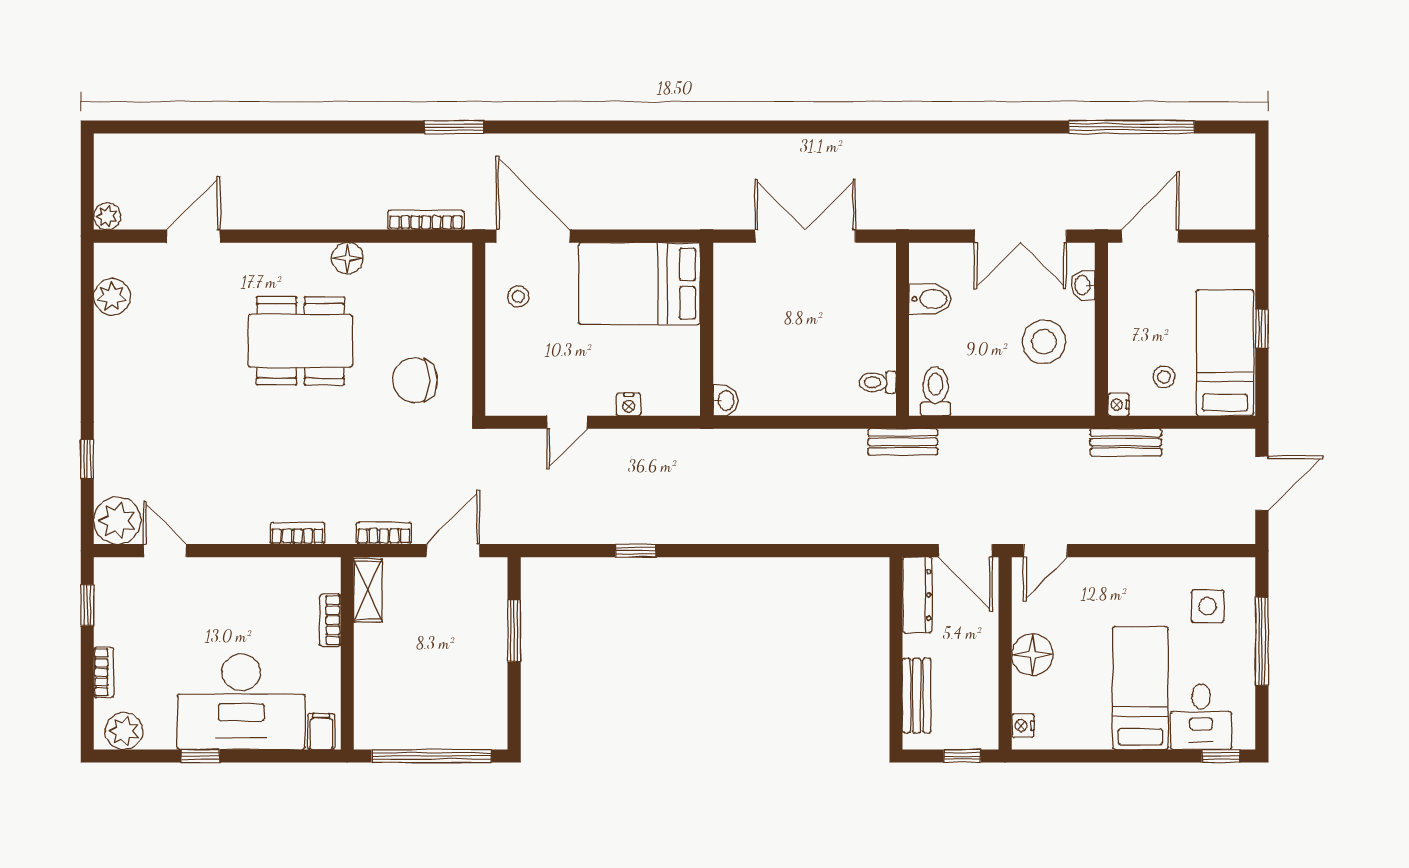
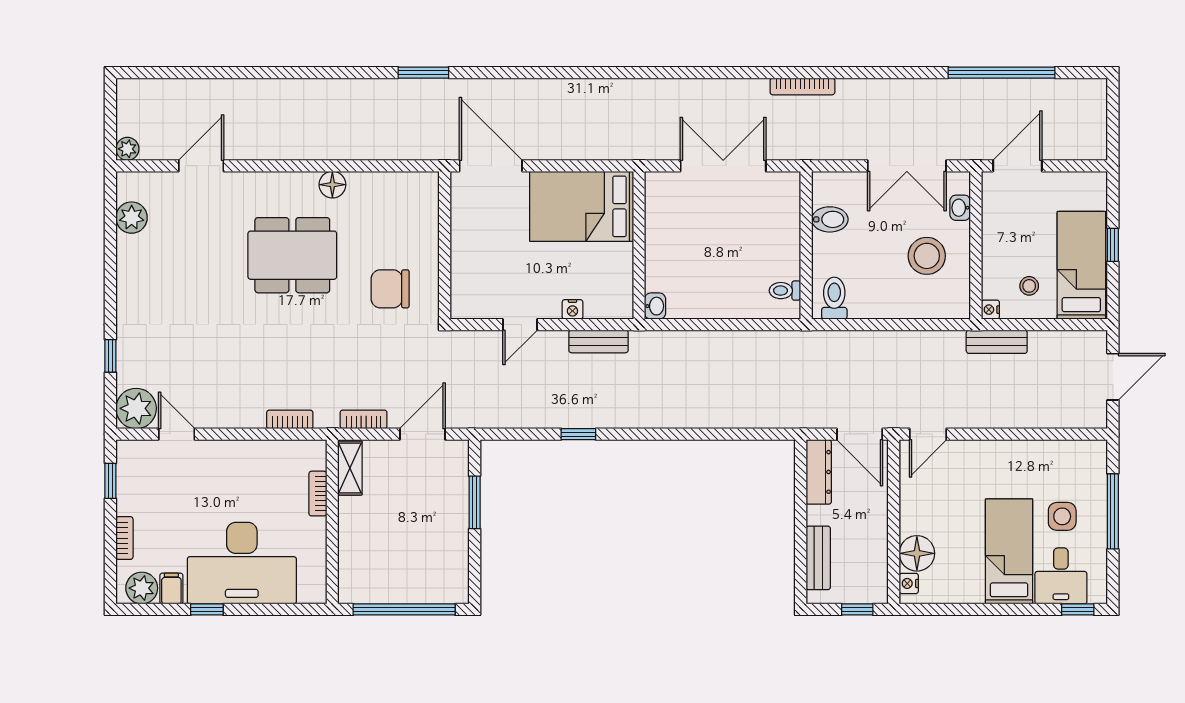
bookcase: (426, 220) -> (802, 86), moved, turned 180
stool: (518, 296) -> (478, 217), removed
bench: (903, 442) -> (599, 341), moved
side table: (1208, 606) -> (1062, 516), moved
floor lamp: (1032, 654) -> (917, 553), moved
filing cabinet: (321, 732) -> (171, 589), moved

